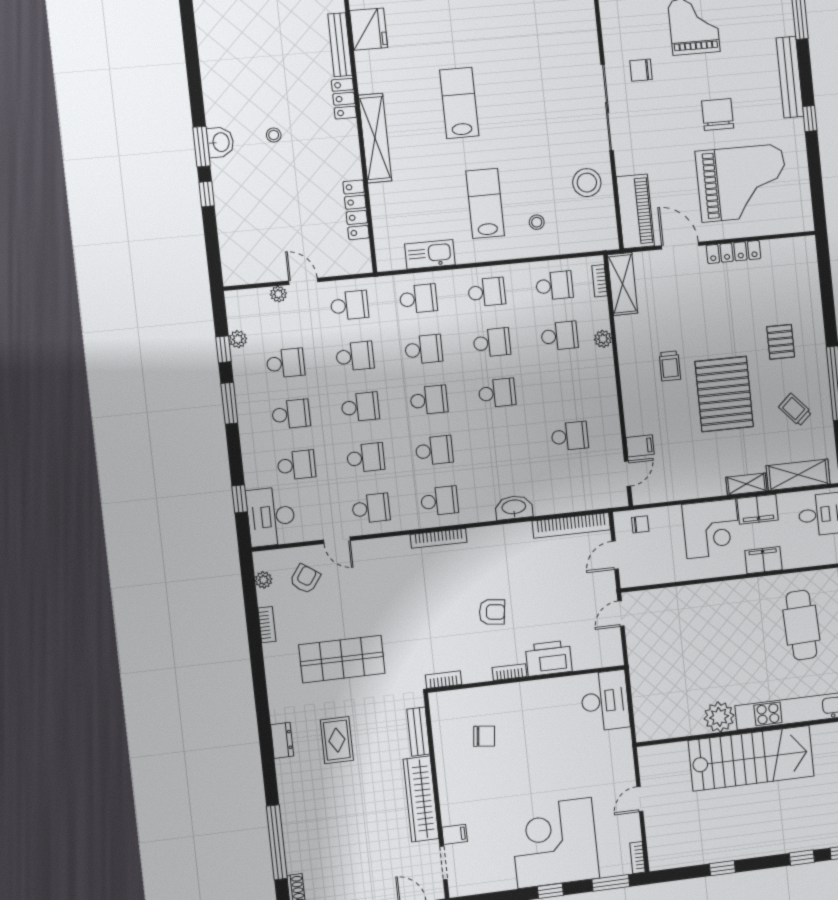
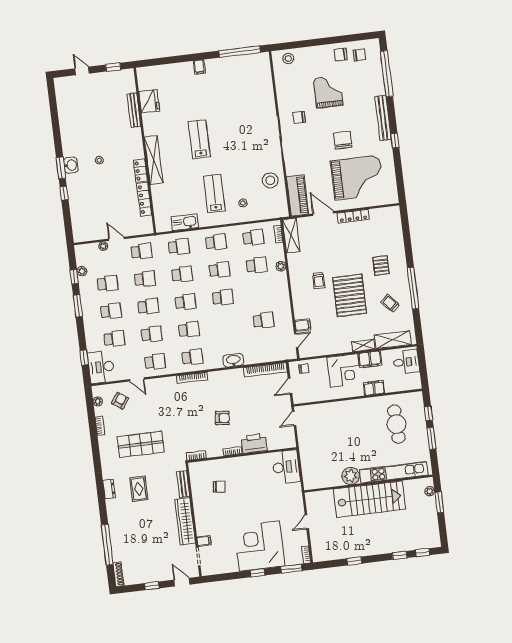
locker: (344, 99) -> (140, 171), moved

